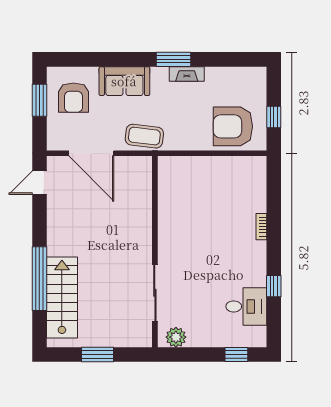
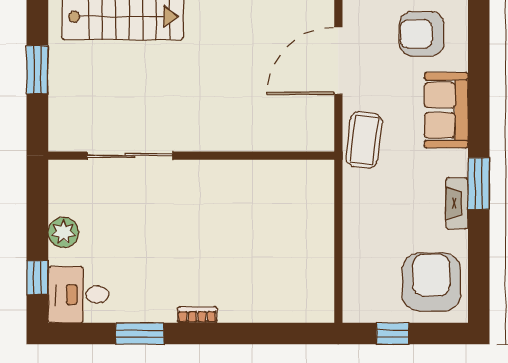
armchair: (233, 126) -> (431, 282), moved
bookcase: (261, 227) -> (197, 315), moved
window: (274, 286) -> (140, 334), width x1.50
desk: (246, 306) -> (78, 295), moved, turned 90
plant: (176, 337) -> (63, 232), moved

